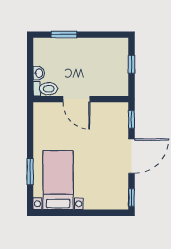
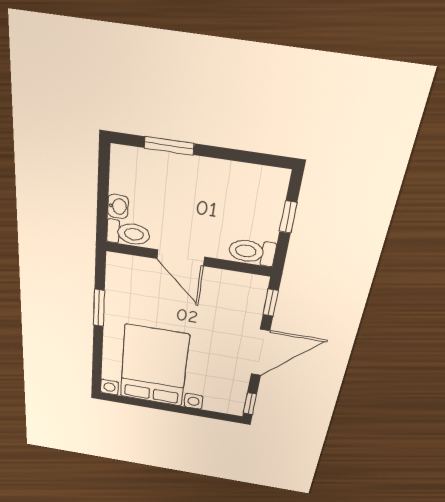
toilet: (116, 88) -> (252, 252), added
window: (30, 172) -> (99, 308), moved
bed with nightstands: (58, 180) -> (154, 366), width x1.36

